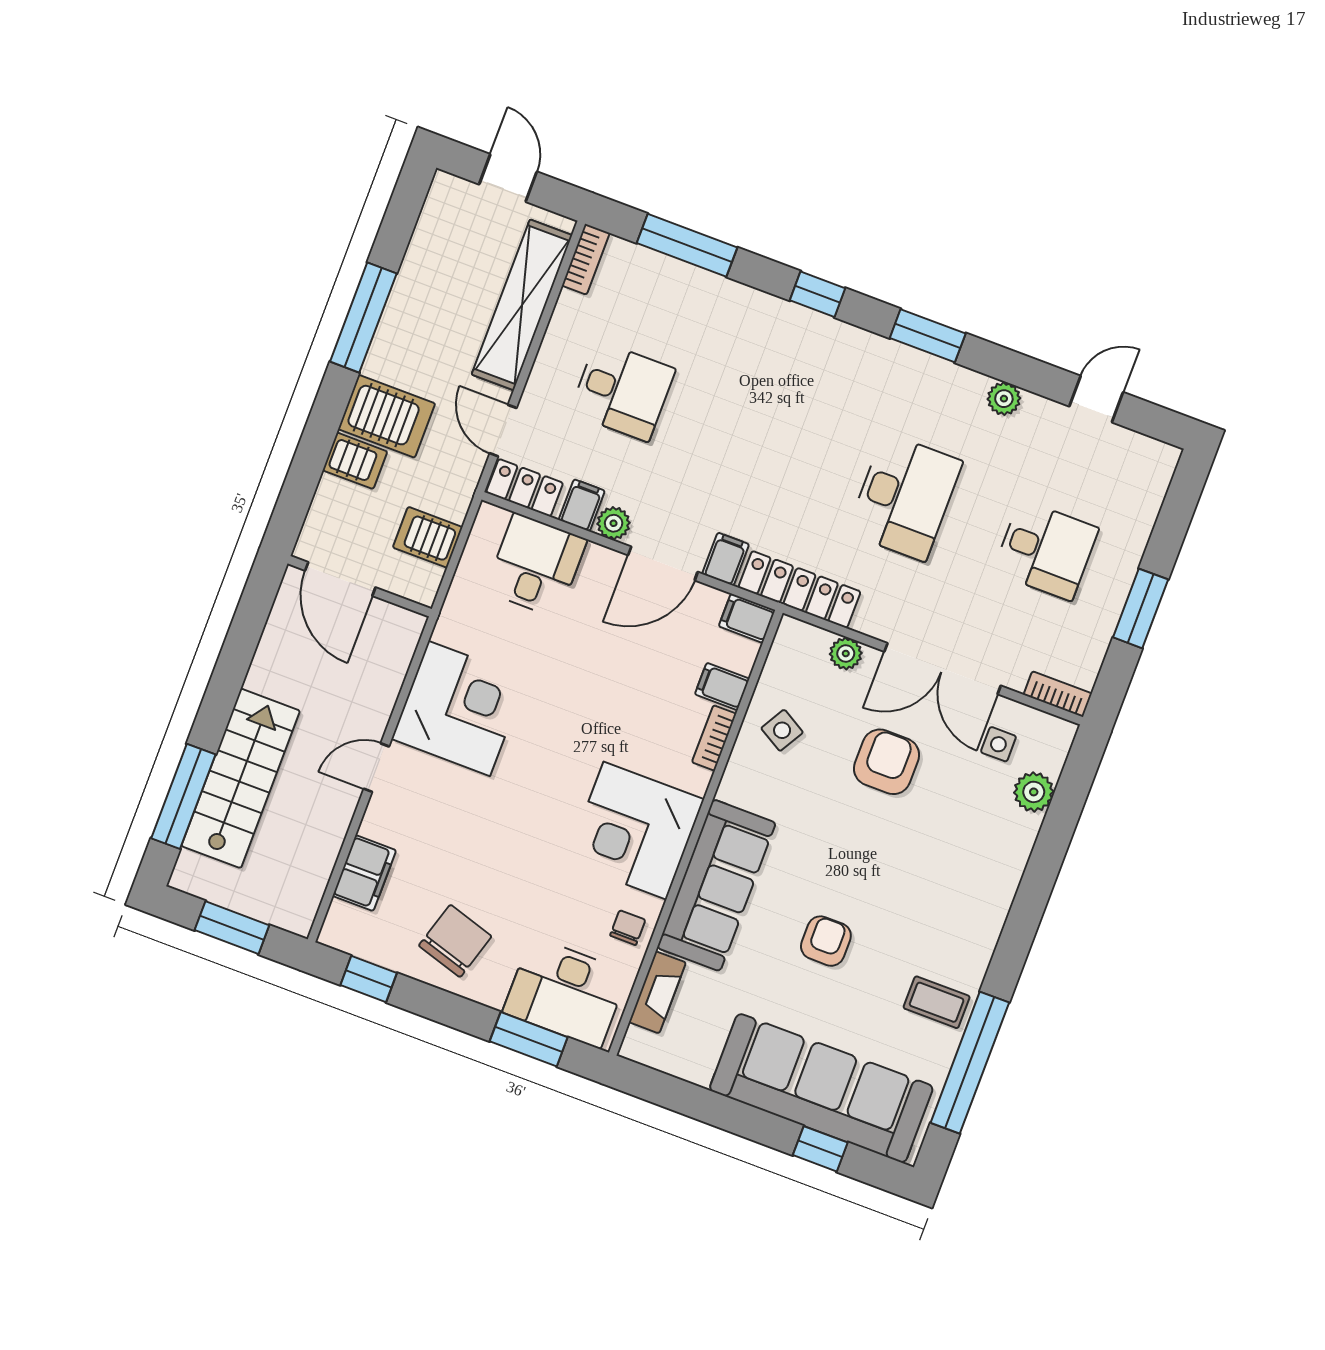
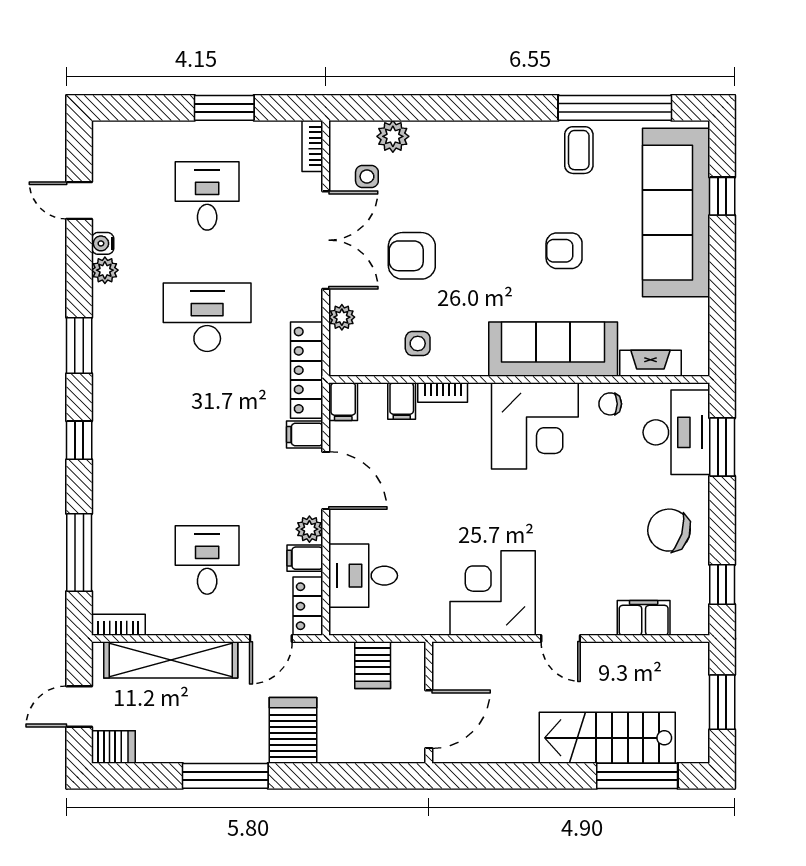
water cooler: (1036, 408) -> (103, 243), added
server rack: (355, 461) -> (113, 747), moved, turned 90
side table: (782, 730) -> (418, 343), turned -30

